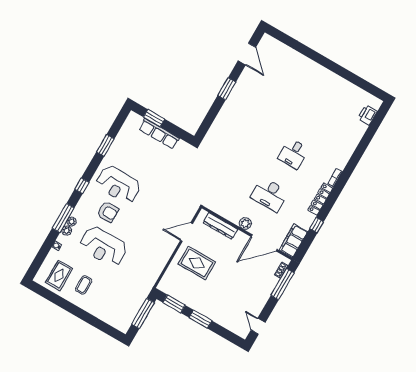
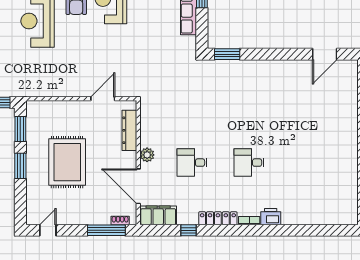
window: (227, 89) -> (227, 54), moved
printer: (367, 115) -> (271, 217), moved
desk: (270, 195) -> (192, 163), width x0.73
door: (187, 232) -> (103, 99), hinge flipped
rug: (197, 263) -> (67, 162), moved, width x1.37, depth x1.44

